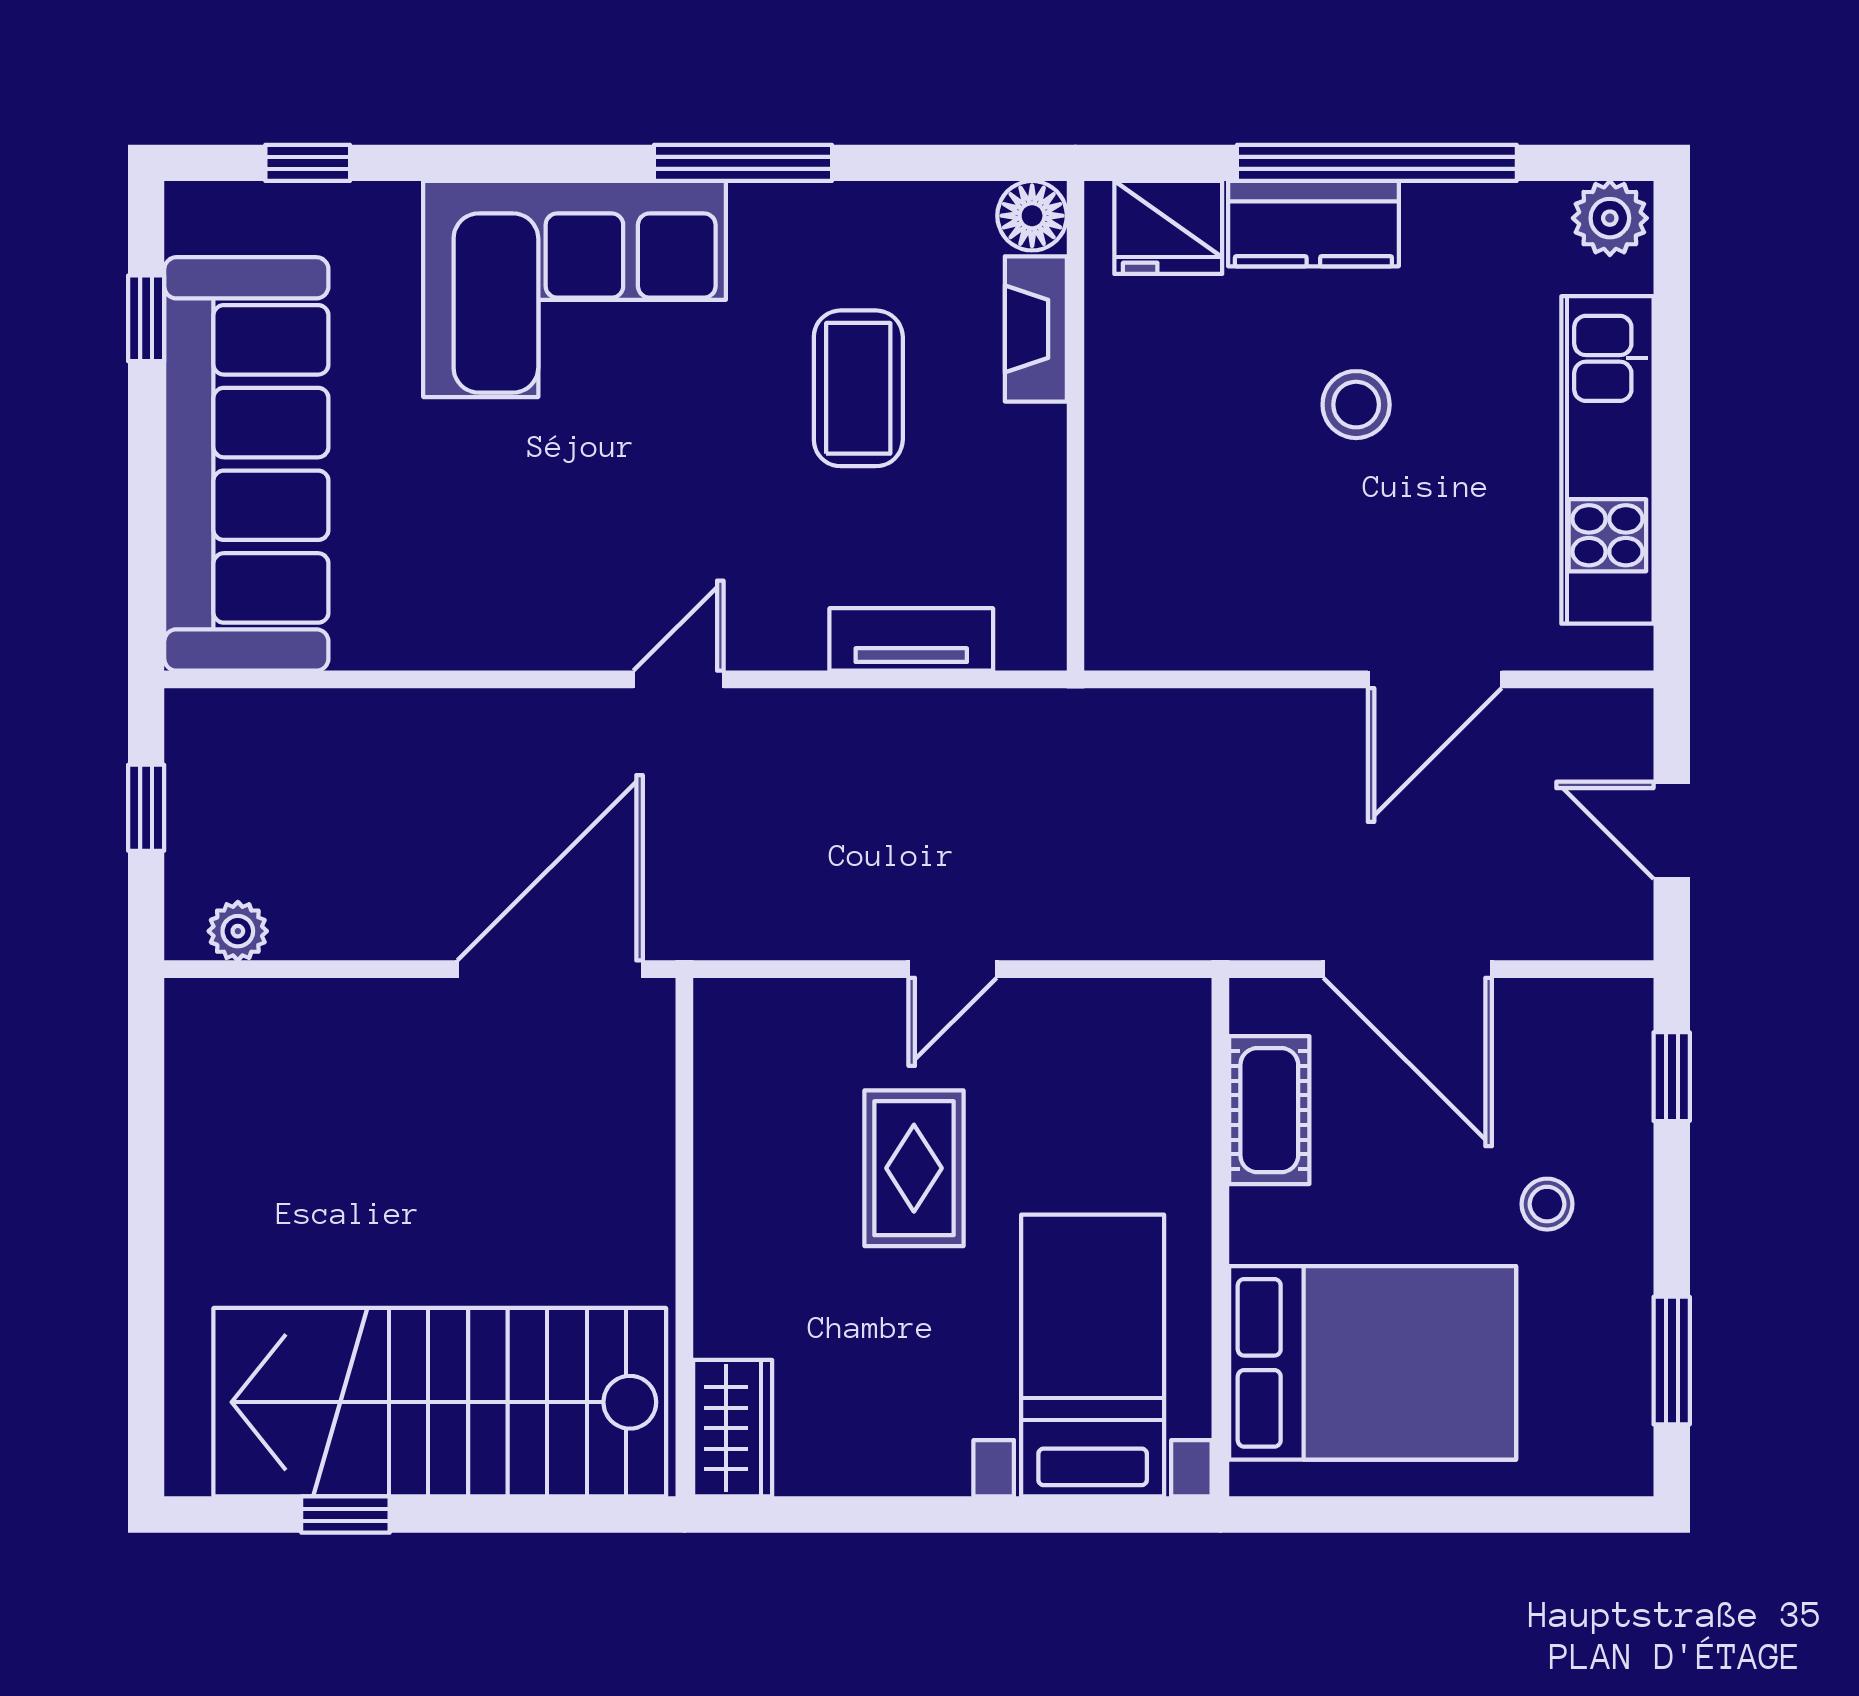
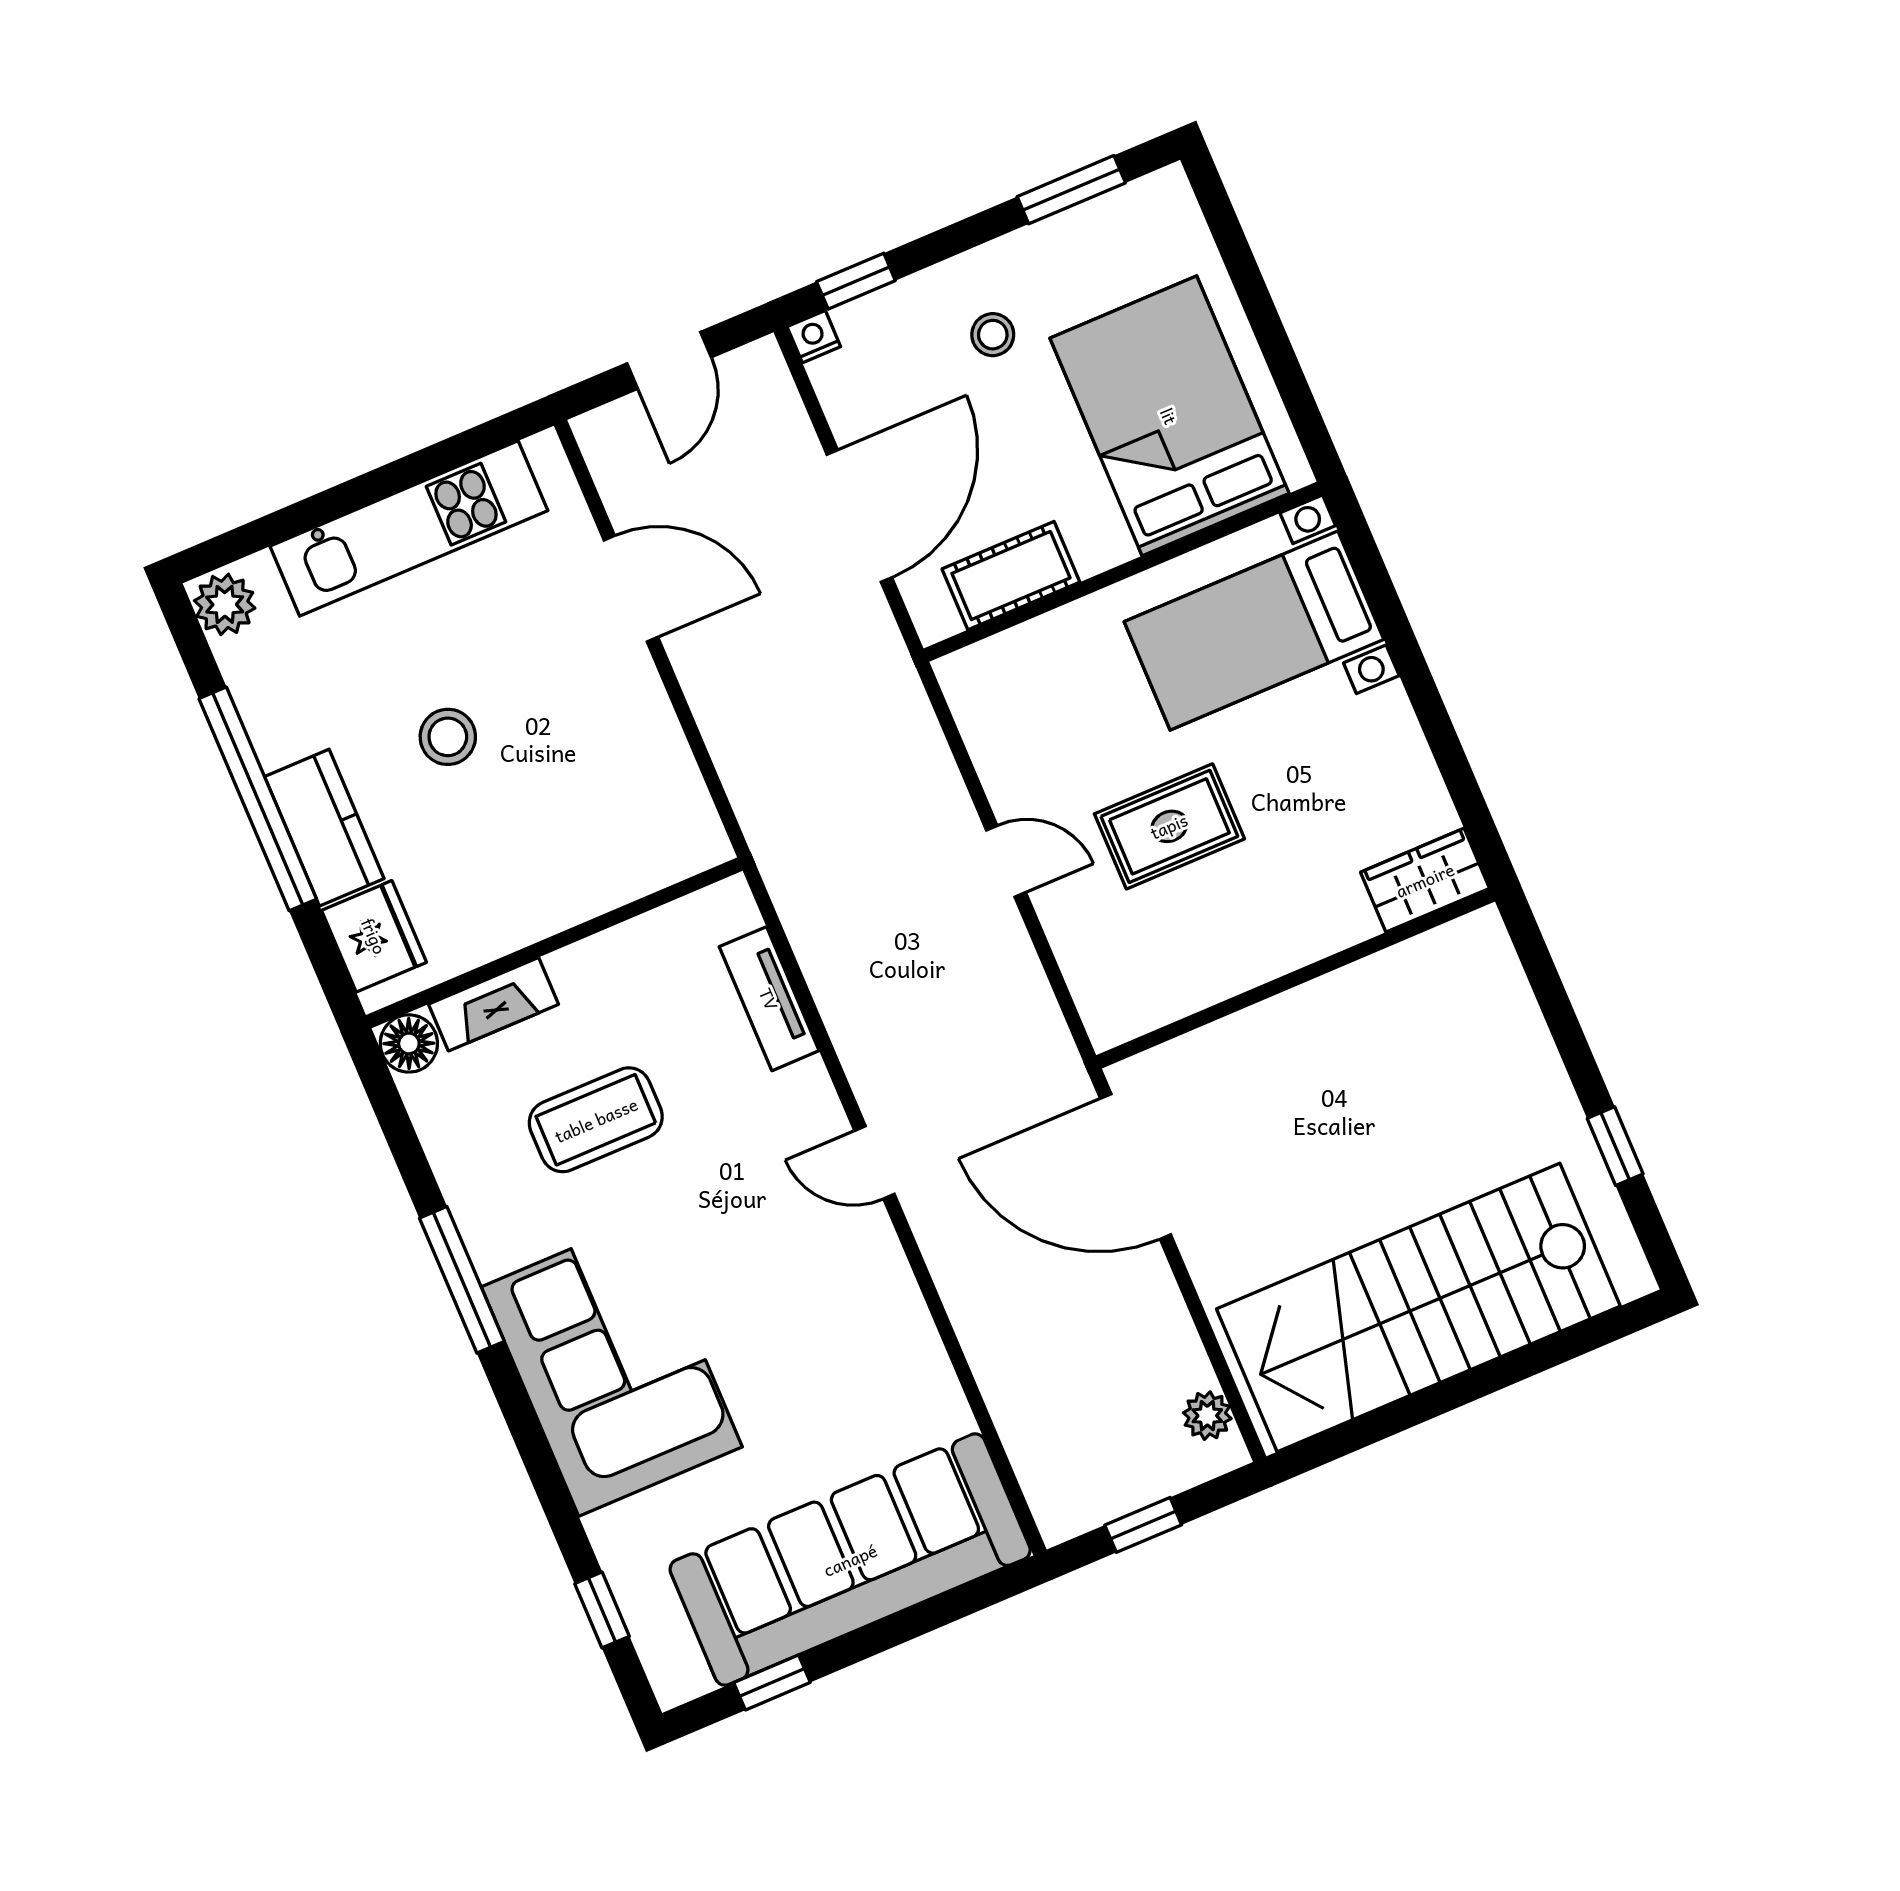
nightstand: (1630, 1003) -> (814, 337), added
stairs: (440, 1402) -> (1418, 1307), moved, turned 90

